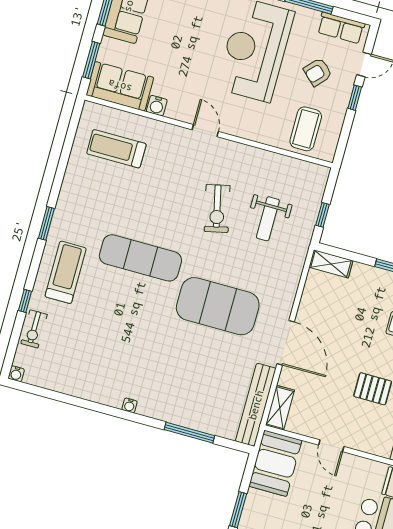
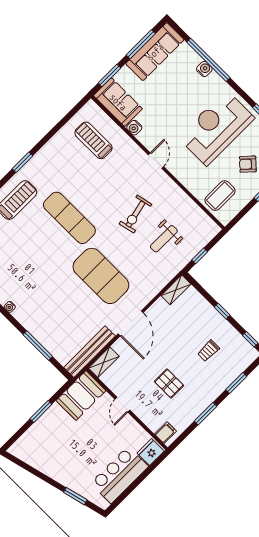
shelving: (331, 264) -> (176, 290), moved, turned 90

